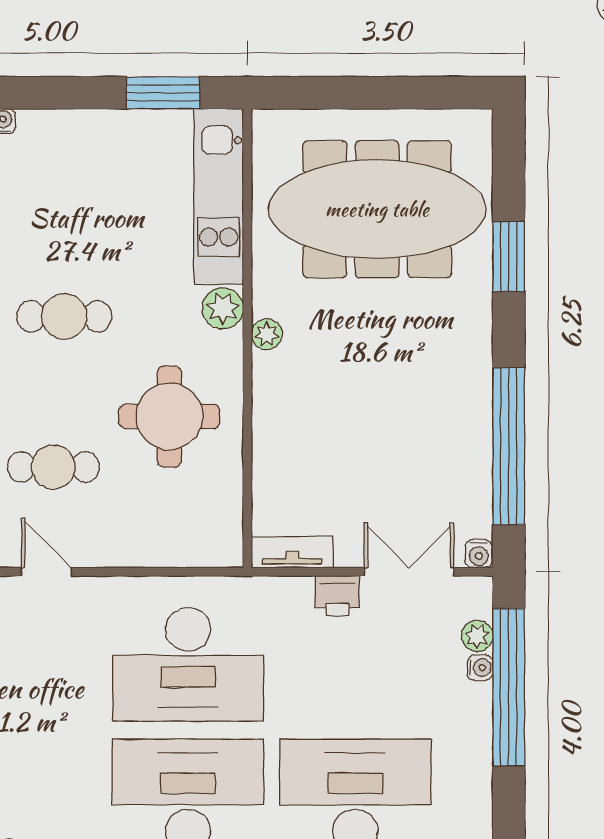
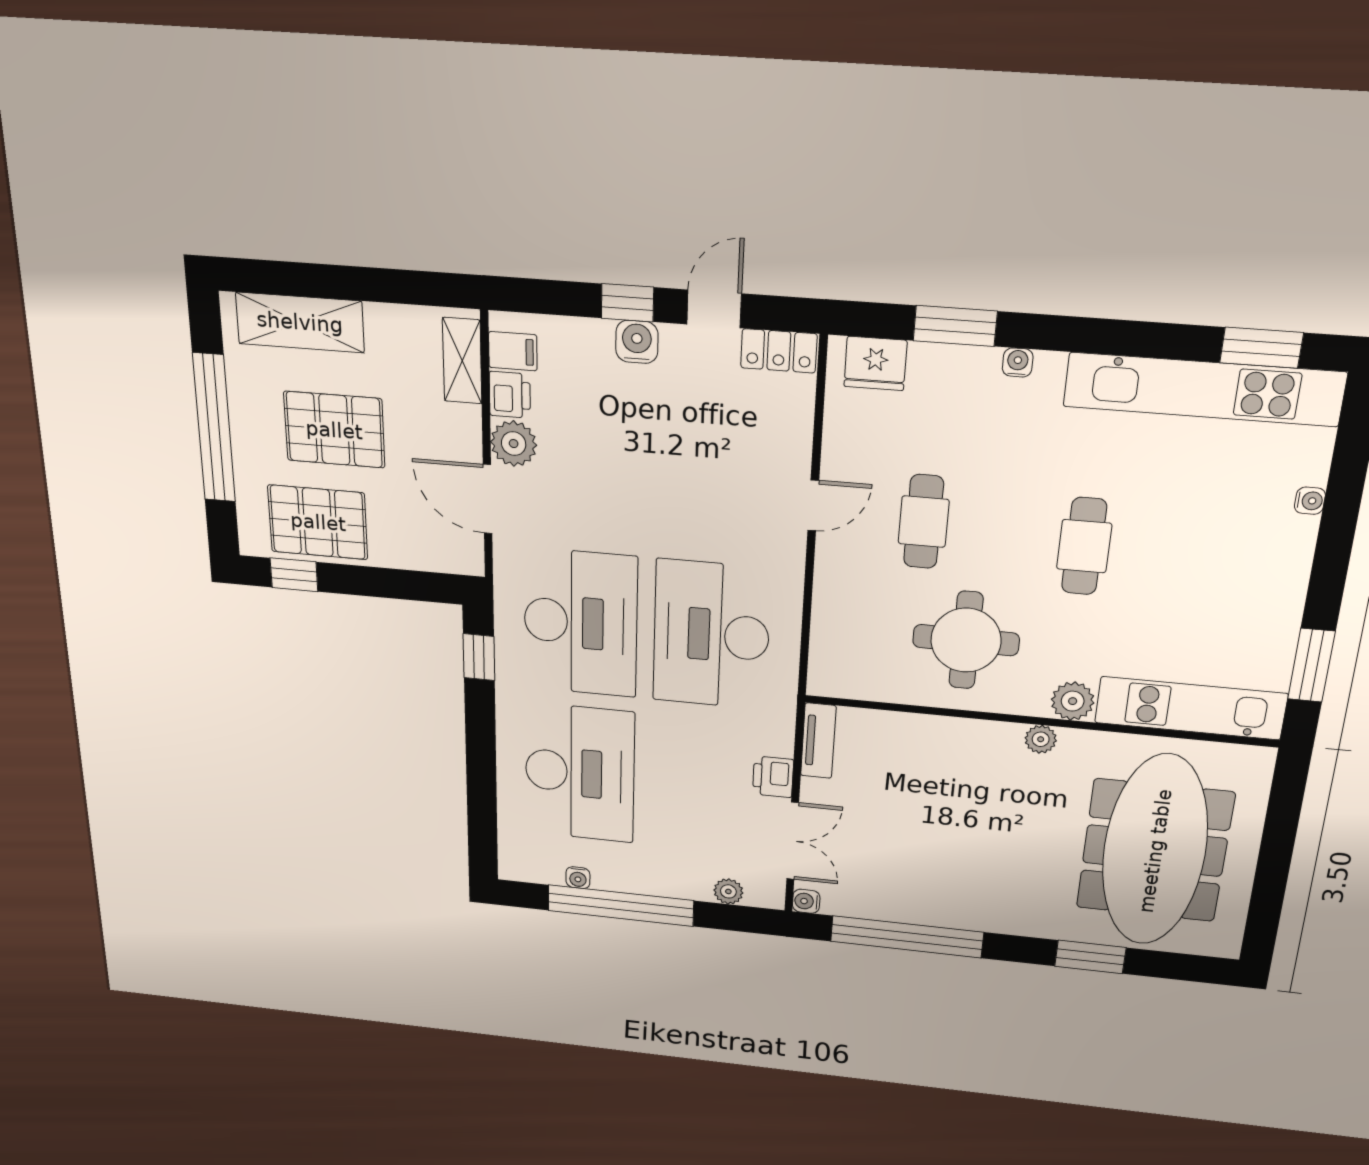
water cooler: (480, 668) -> (578, 878), moved
window: (509, 687) -> (621, 906), moved

